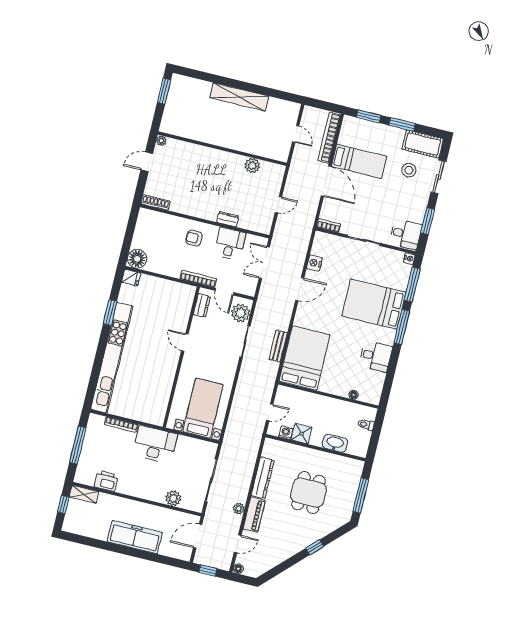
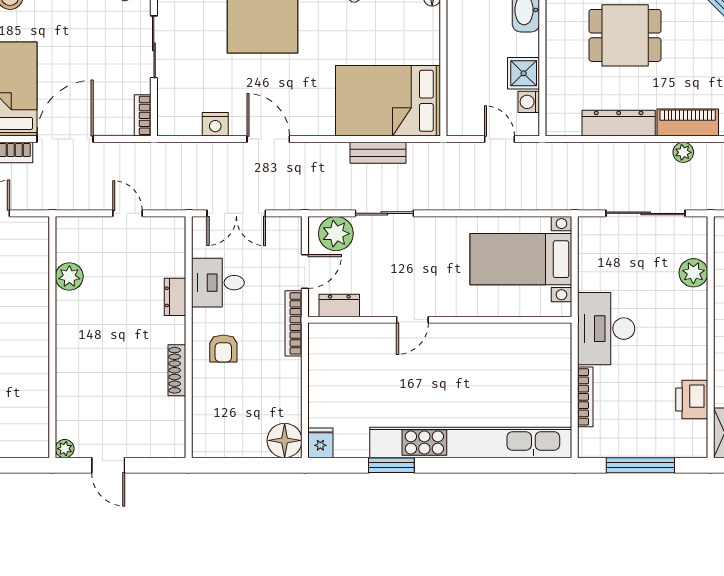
shoe rack: (155, 203) -> (177, 370), moved

